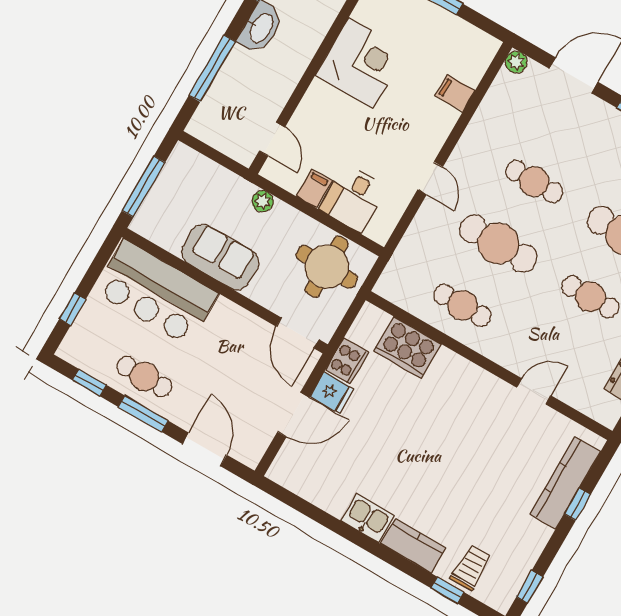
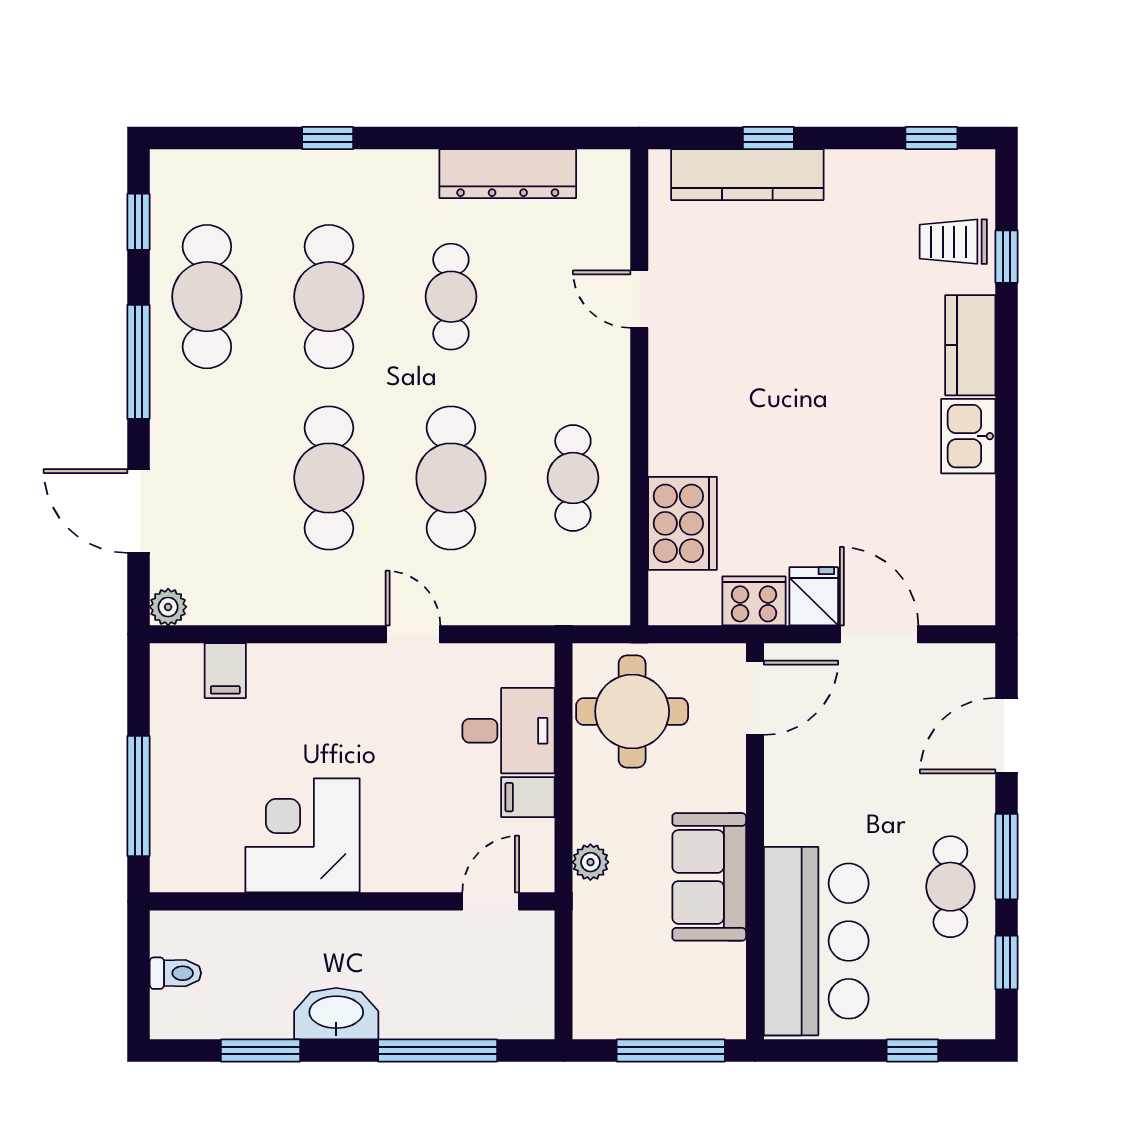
filing cabinet: (455, 93) -> (225, 671), moved
door: (430, 178) -> (413, 634), hinge flipped
cafe table: (534, 182) -> (329, 478), width x1.37, depth x1.35

